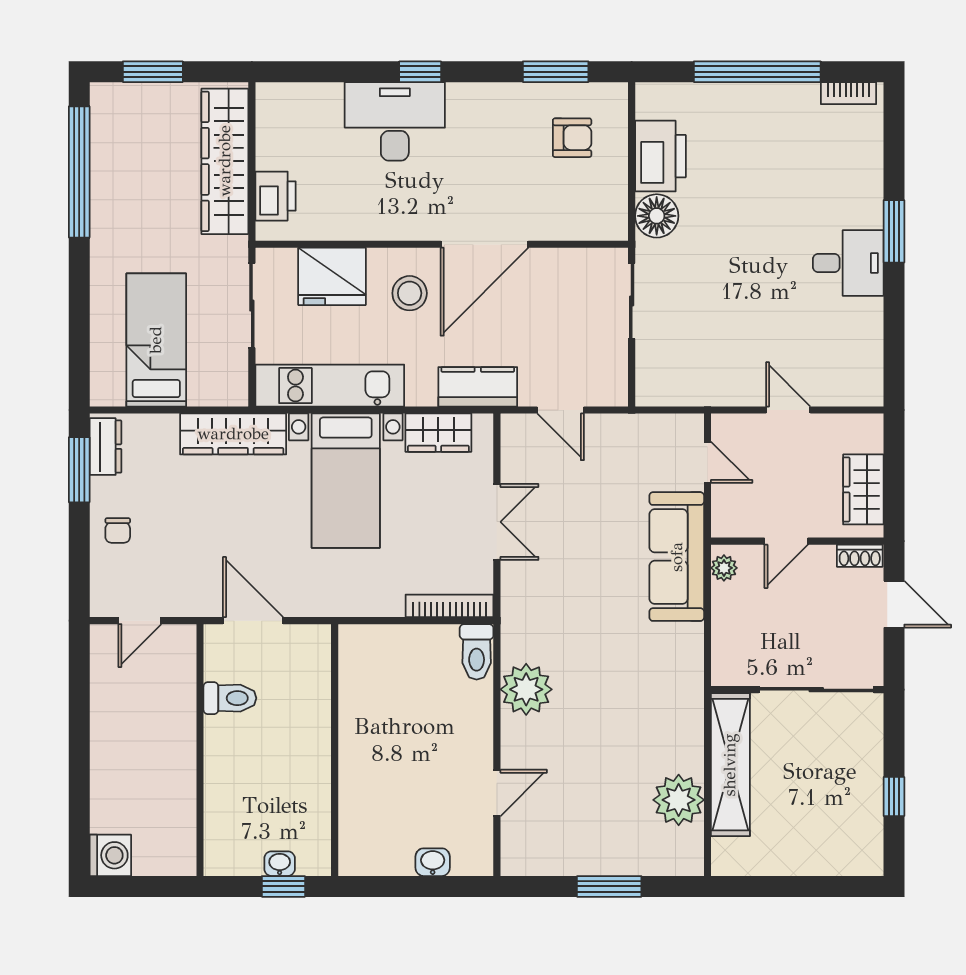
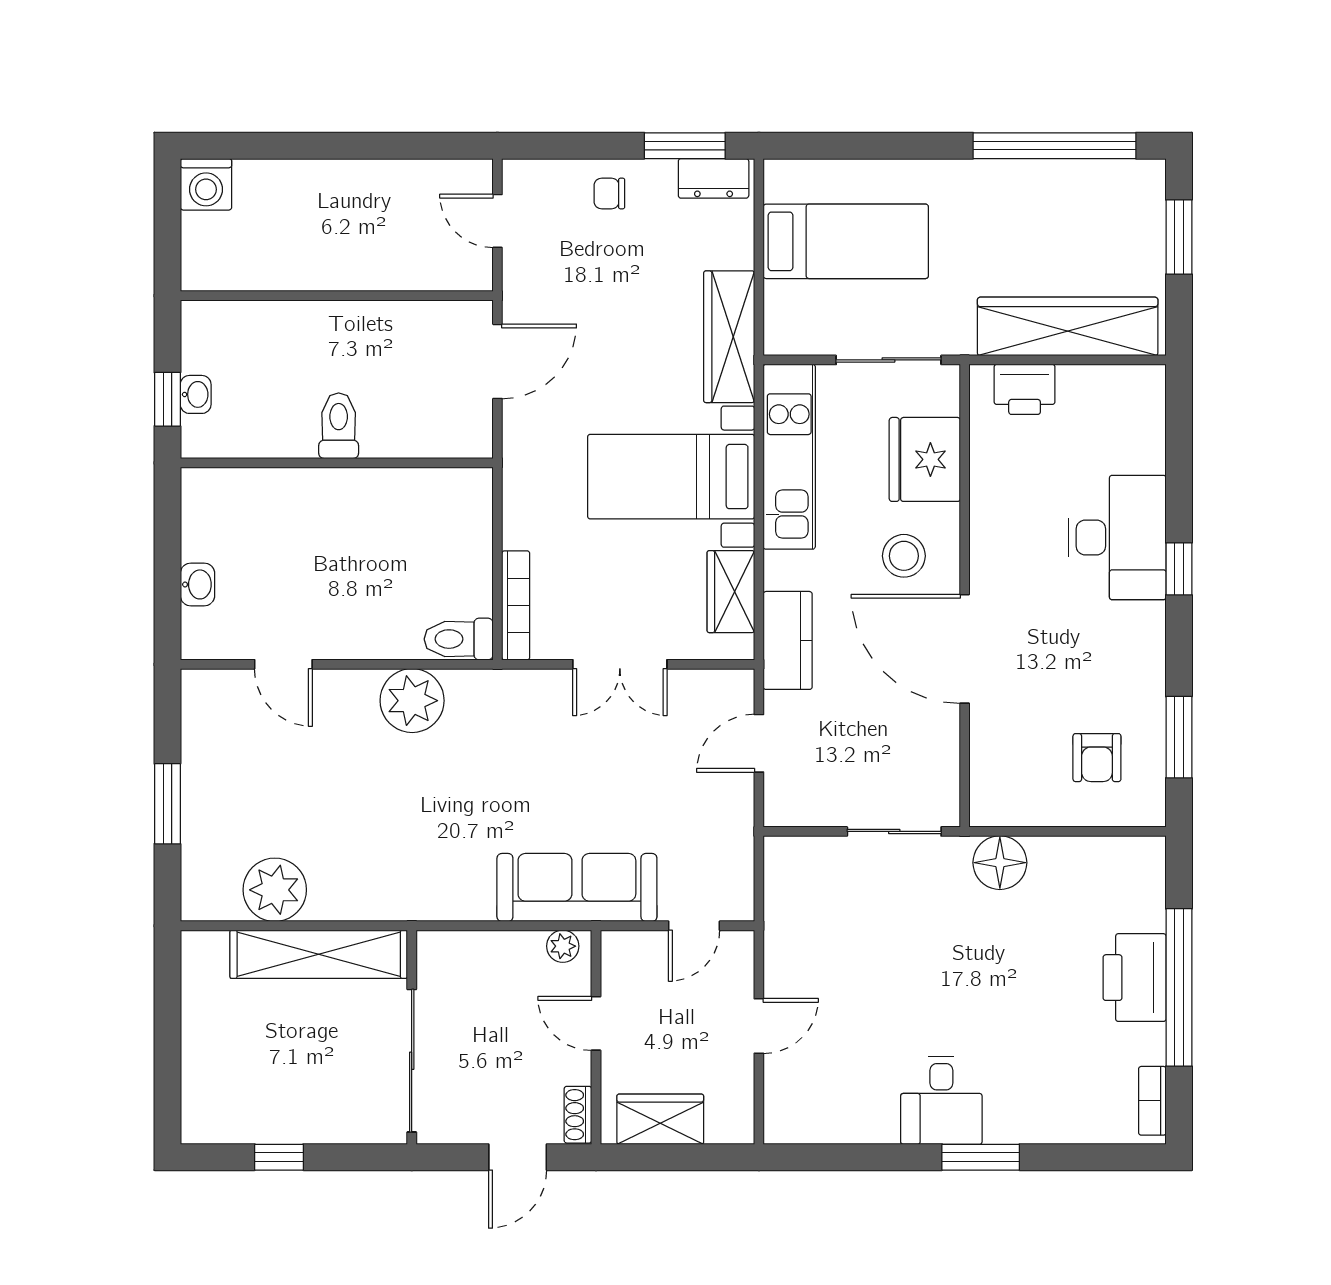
printer: (660, 156) -> (1135, 978), moved, turned 90
toilet: (230, 698) -> (339, 426), moved, turned 180

